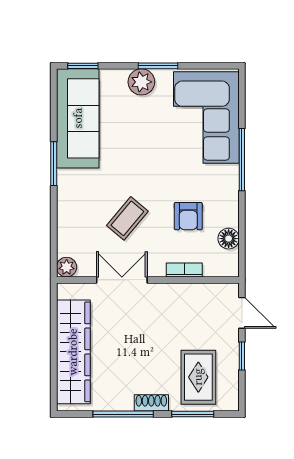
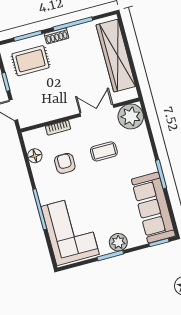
coffee table: (127, 218) -> (104, 151), turned 50
plant: (67, 267) -> (131, 116), width x1.87, depth x1.87
double door: (122, 280) -> (97, 111), swing flipped
rug: (198, 377) -> (31, 61), turned 90

